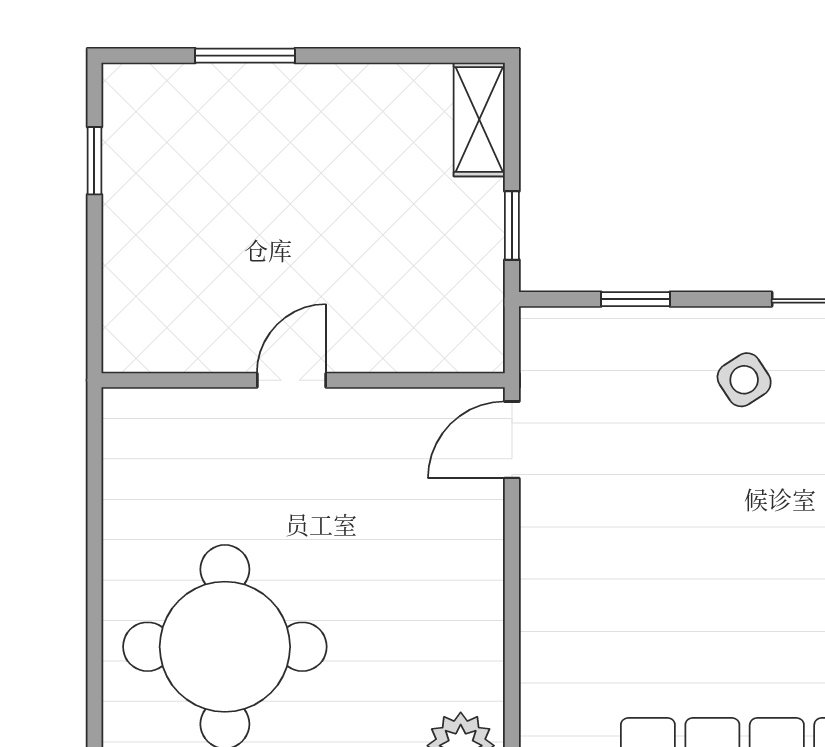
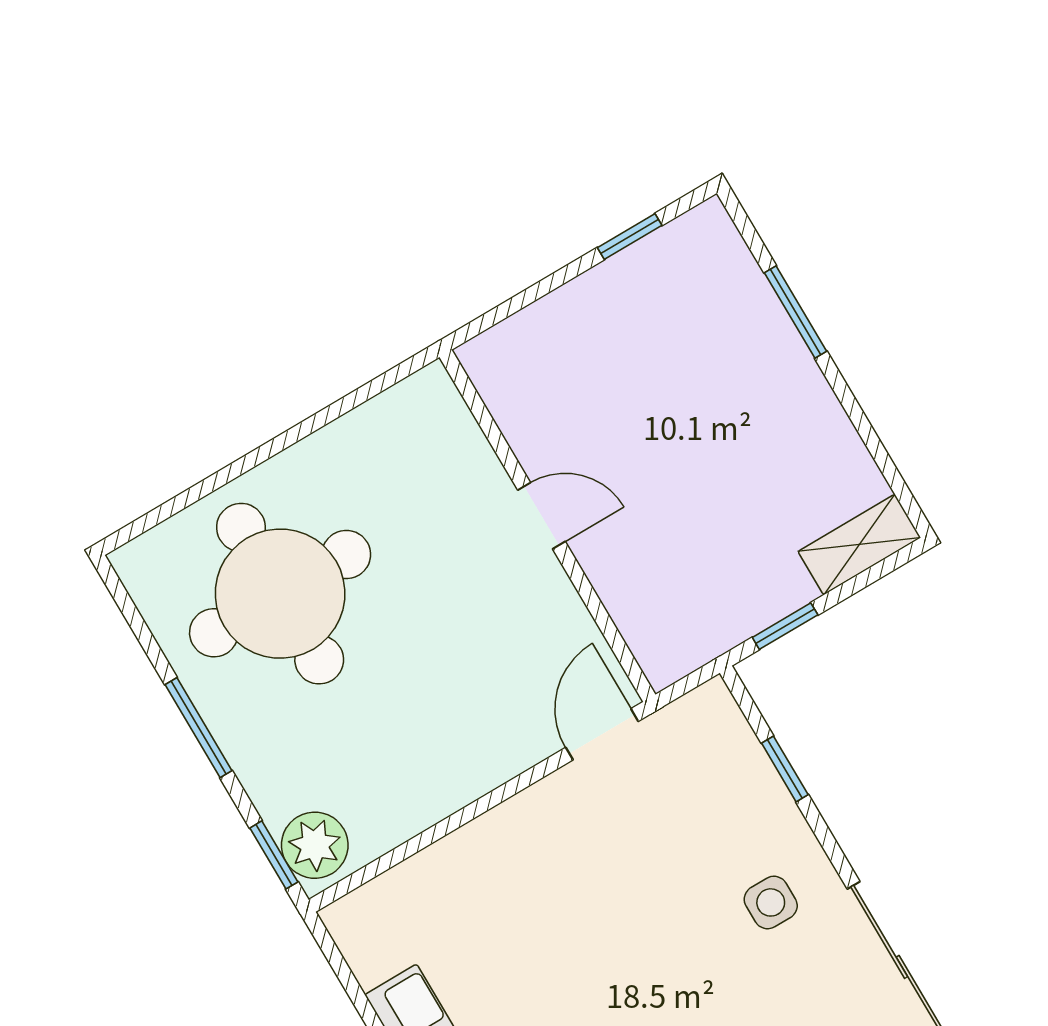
side table: (744, 380) -> (771, 902), turned 33
door: (512, 440) -> (602, 734), hinge flipped

